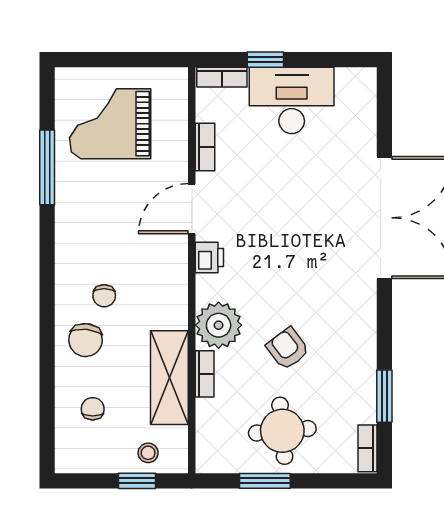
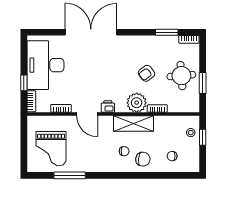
desk: (292, 100) -> (45, 65), width x1.36, depth x1.30
shelving: (169, 378) -> (133, 123), moved

